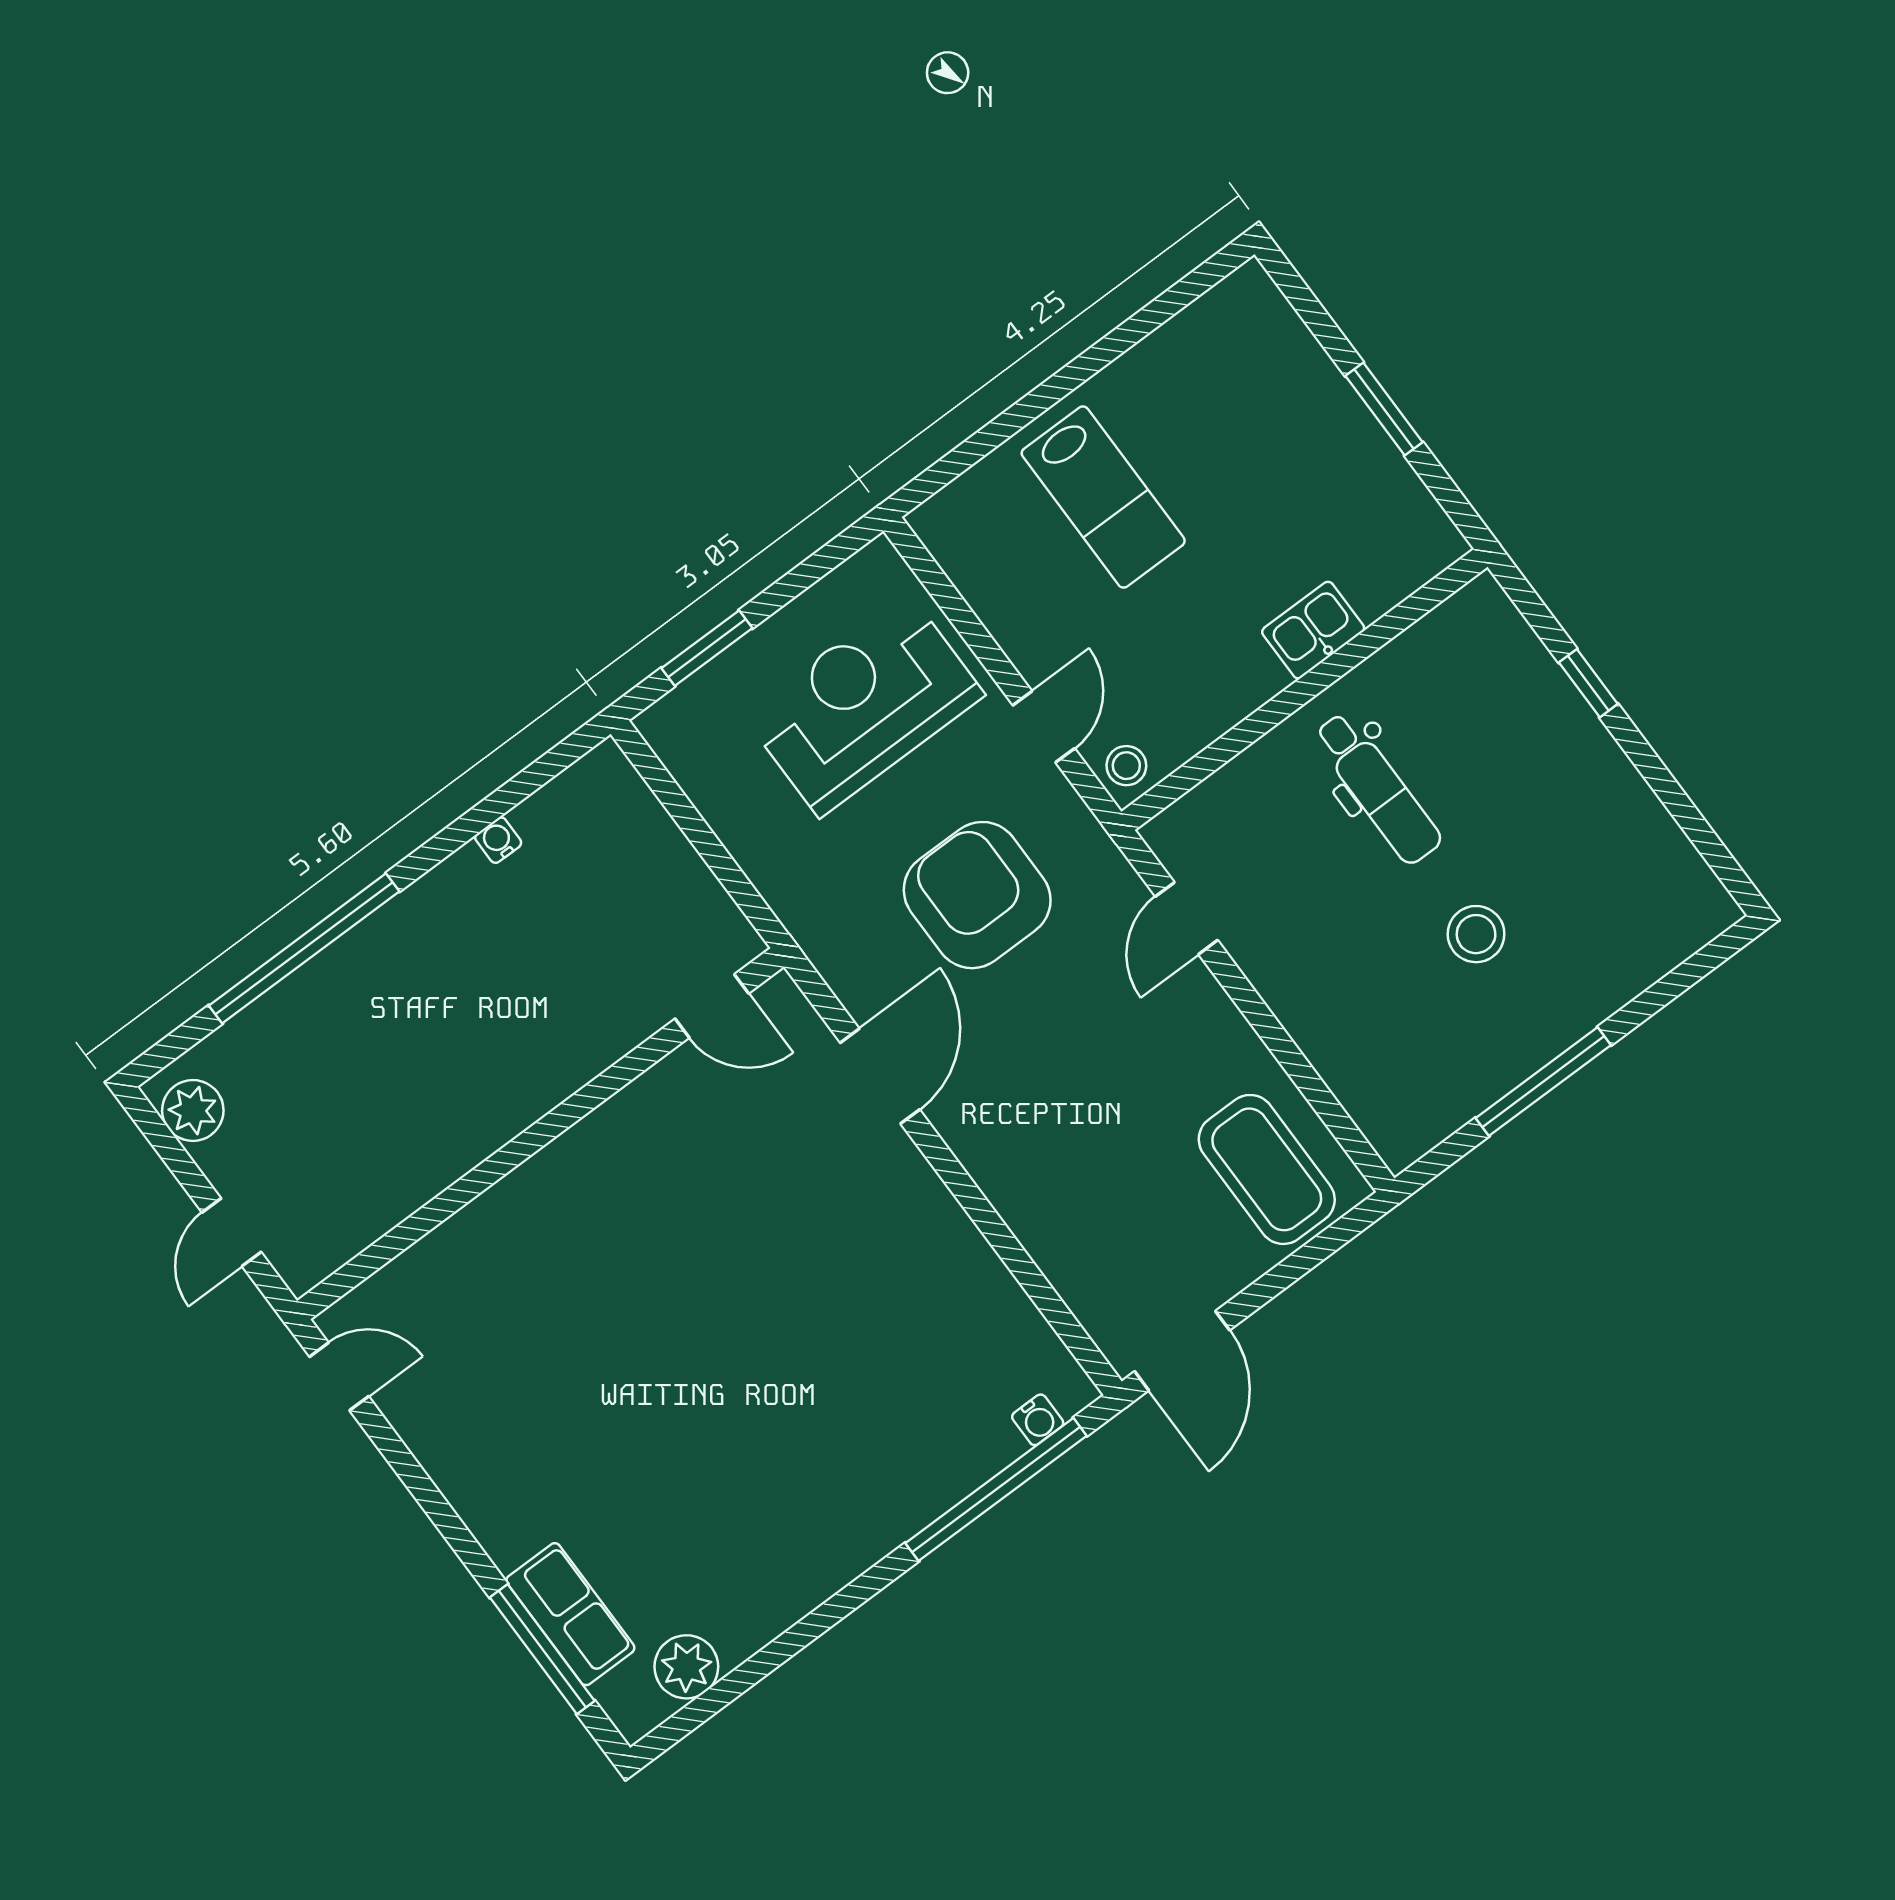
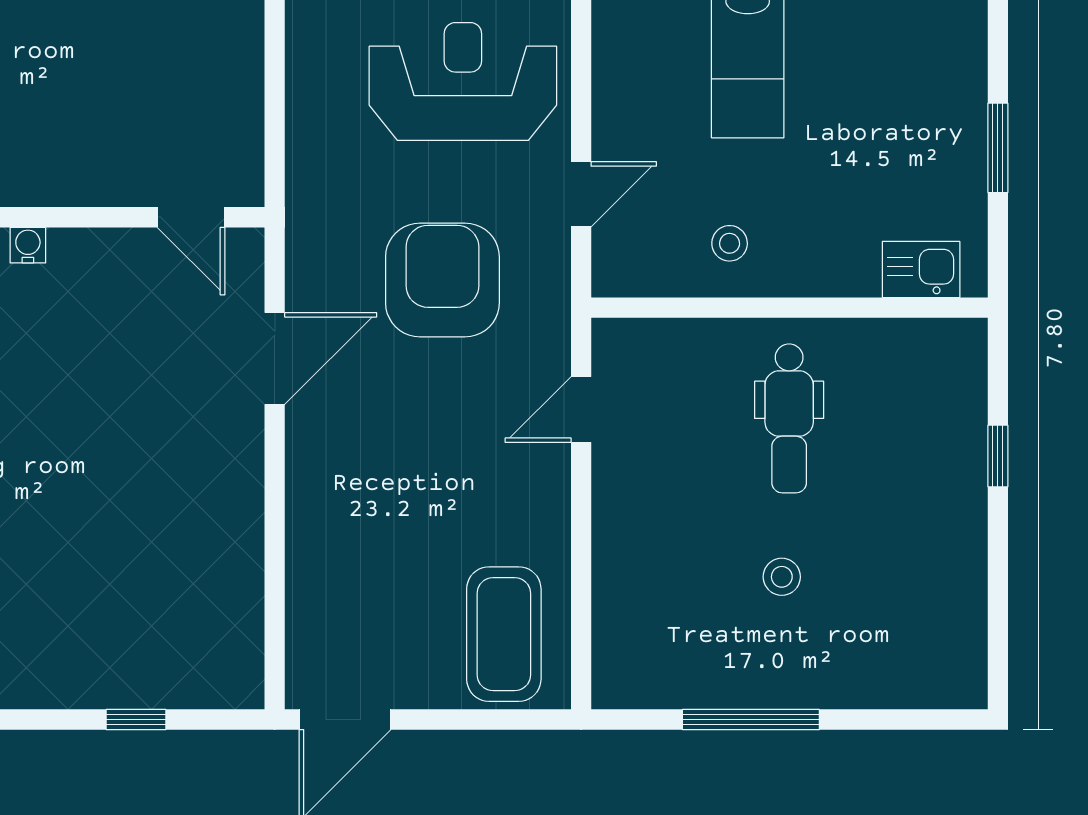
kitchen sink: (1313, 630) -> (921, 270), moved
stool: (1126, 766) -> (730, 243), moved
stool: (1476, 934) -> (782, 577), width x0.73, depth x0.73
water cooler: (1038, 1420) -> (28, 245), moved, turned 180
window: (996, 1489) -> (136, 720), width x0.32

